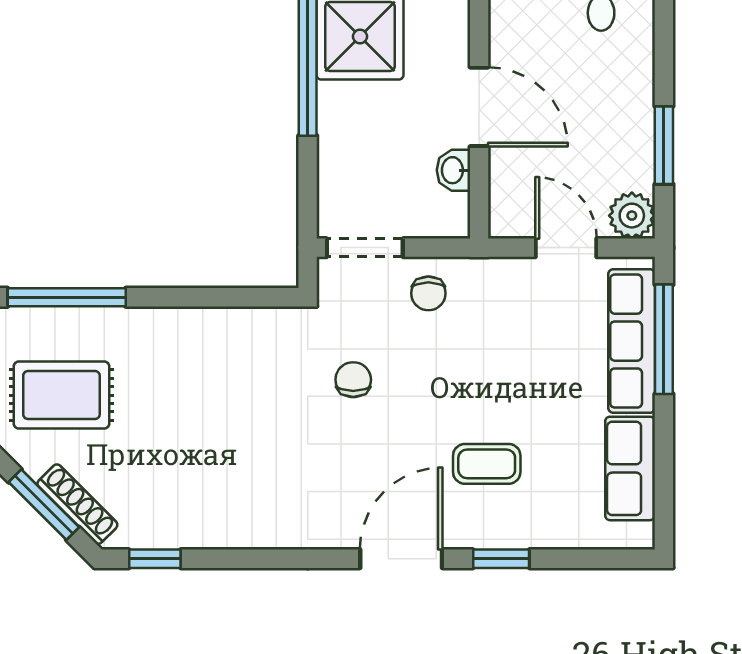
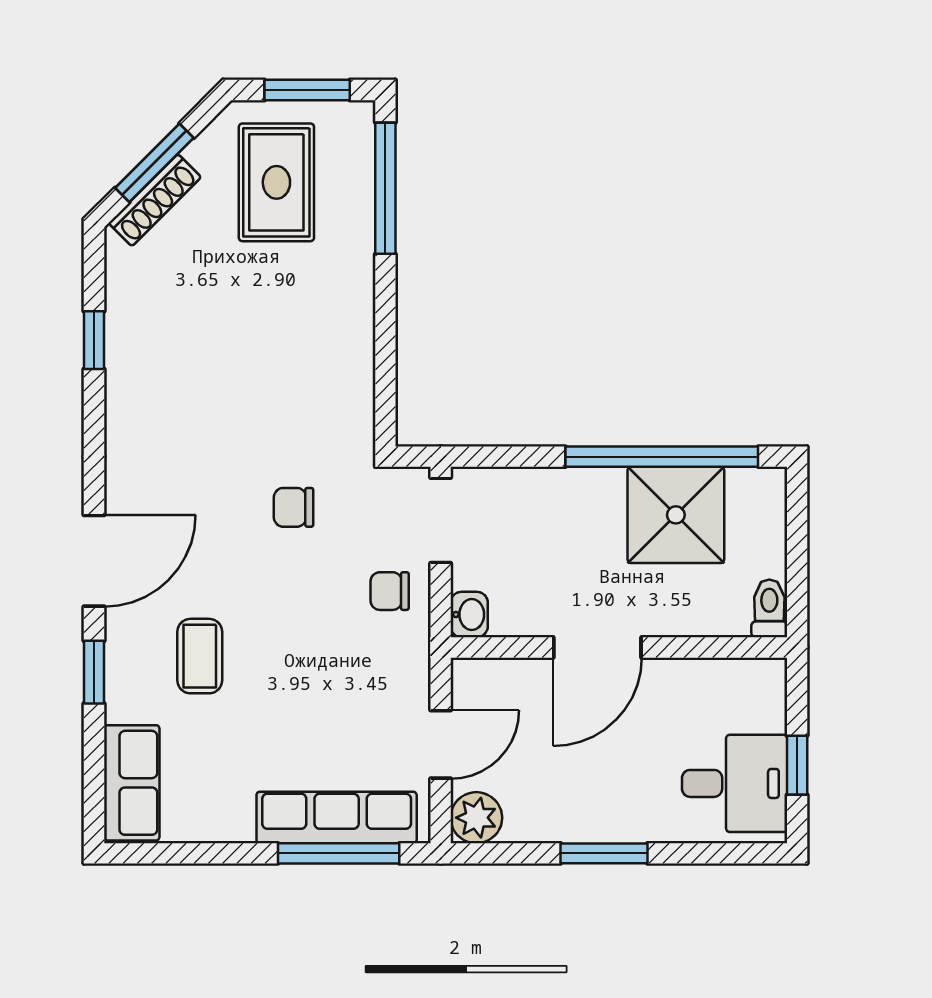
window: (664, 145) -> (604, 853), moved
washbasin: (453, 170) -> (469, 615), moved, turned 90
chair: (353, 380) -> (294, 507), turned 180
row of seats: (630, 468) -> (132, 783), moved, turned 90
window: (155, 559) -> (94, 340), moved
door: (401, 559) -> (94, 561), hinge flipped

